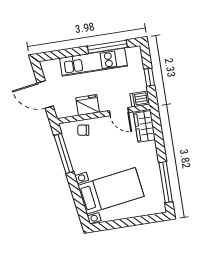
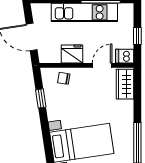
door: (119, 112) -> (102, 65), swing flipped
window: (64, 154) -> (41, 98), width x0.46

